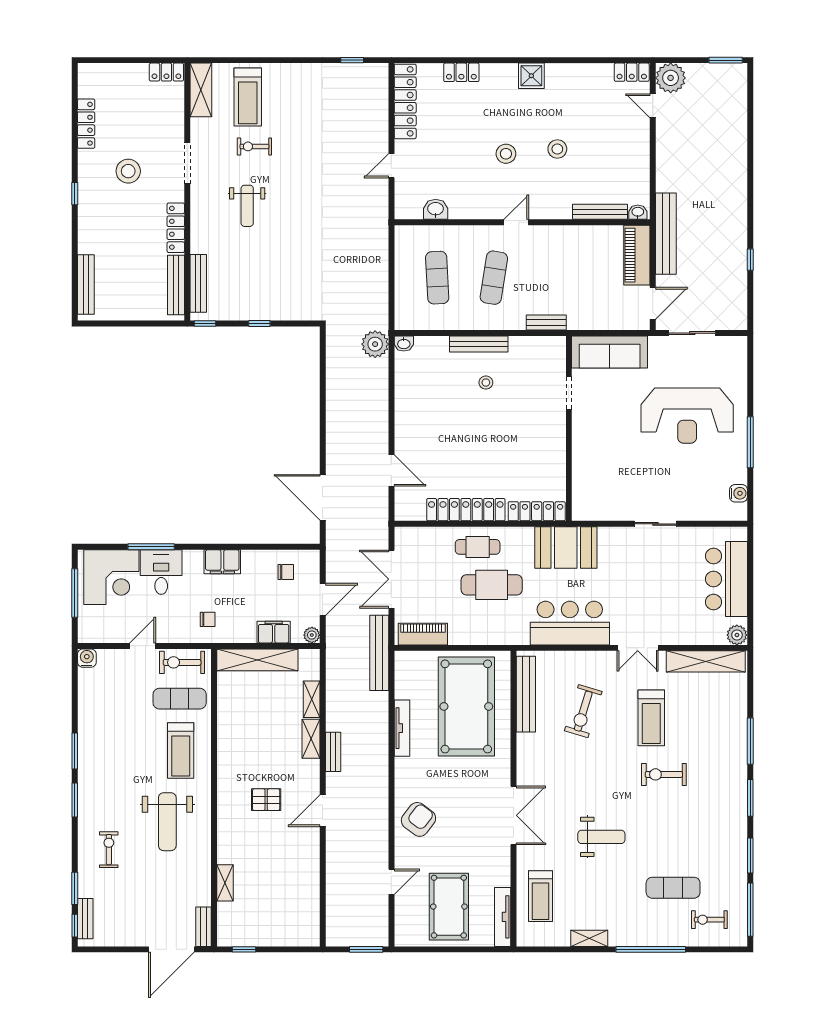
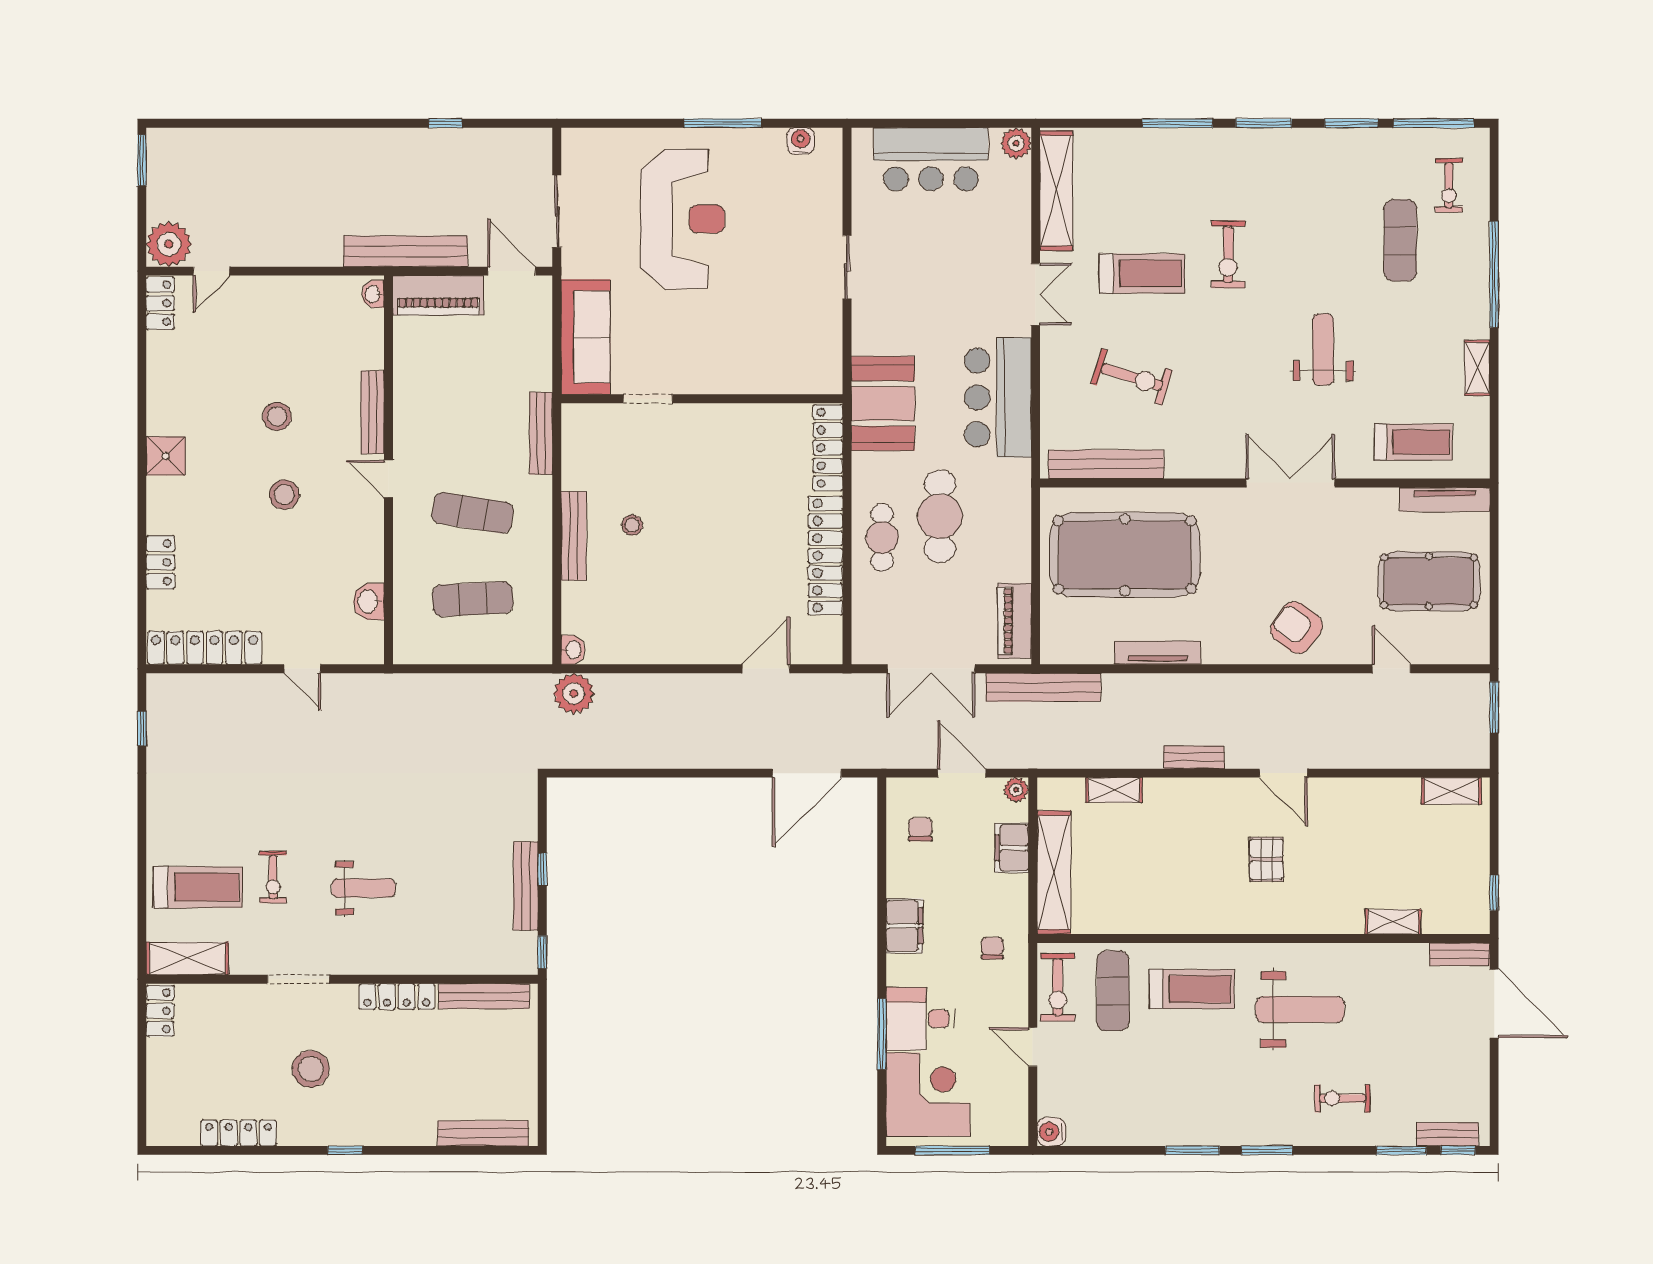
bench: (600, 212) -> (373, 412), moved
bench: (198, 283) -> (526, 886), moved, turned 90
bench: (546, 323) -> (541, 433), width x1.36
shelving: (311, 739) -> (1451, 791), moved

